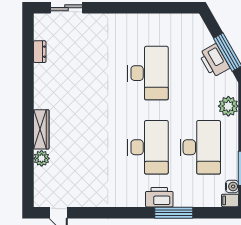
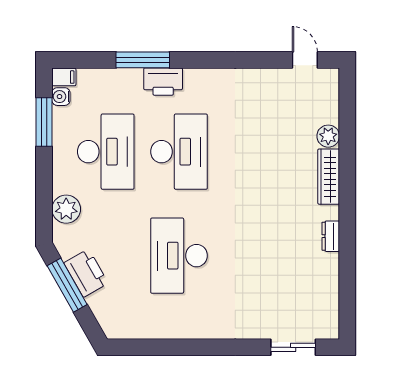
dresser: (40, 52) -> (331, 236), moved
desk: (148, 147) -> (179, 152), turned 180
desk: (200, 147) -> (106, 152), turned 180

